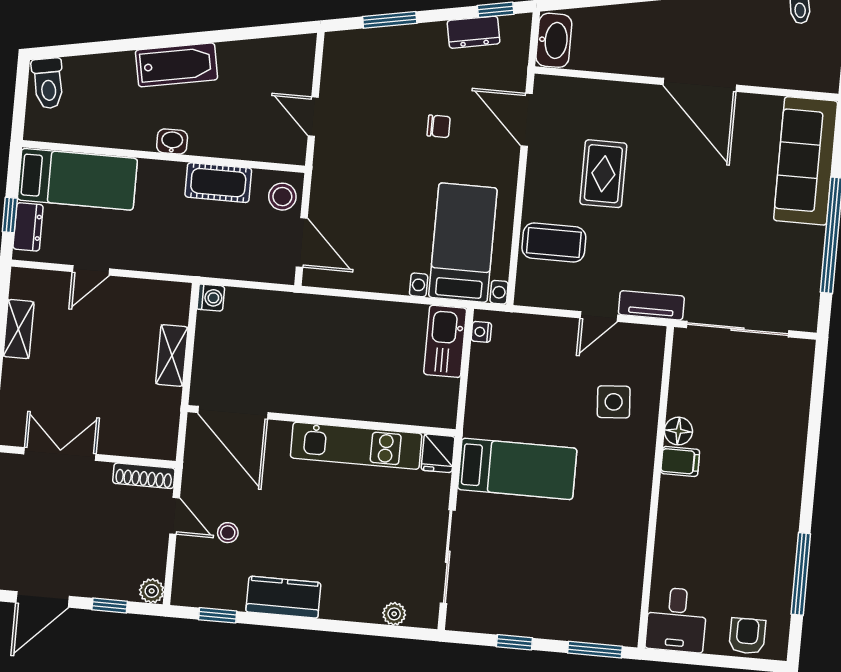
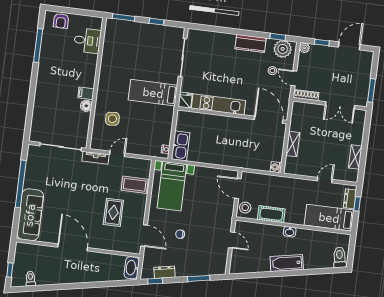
plant: (394, 614) -> (283, 49), moved, width x1.88, depth x1.88
desk: (676, 620) -> (87, 41), moved, turned 90

